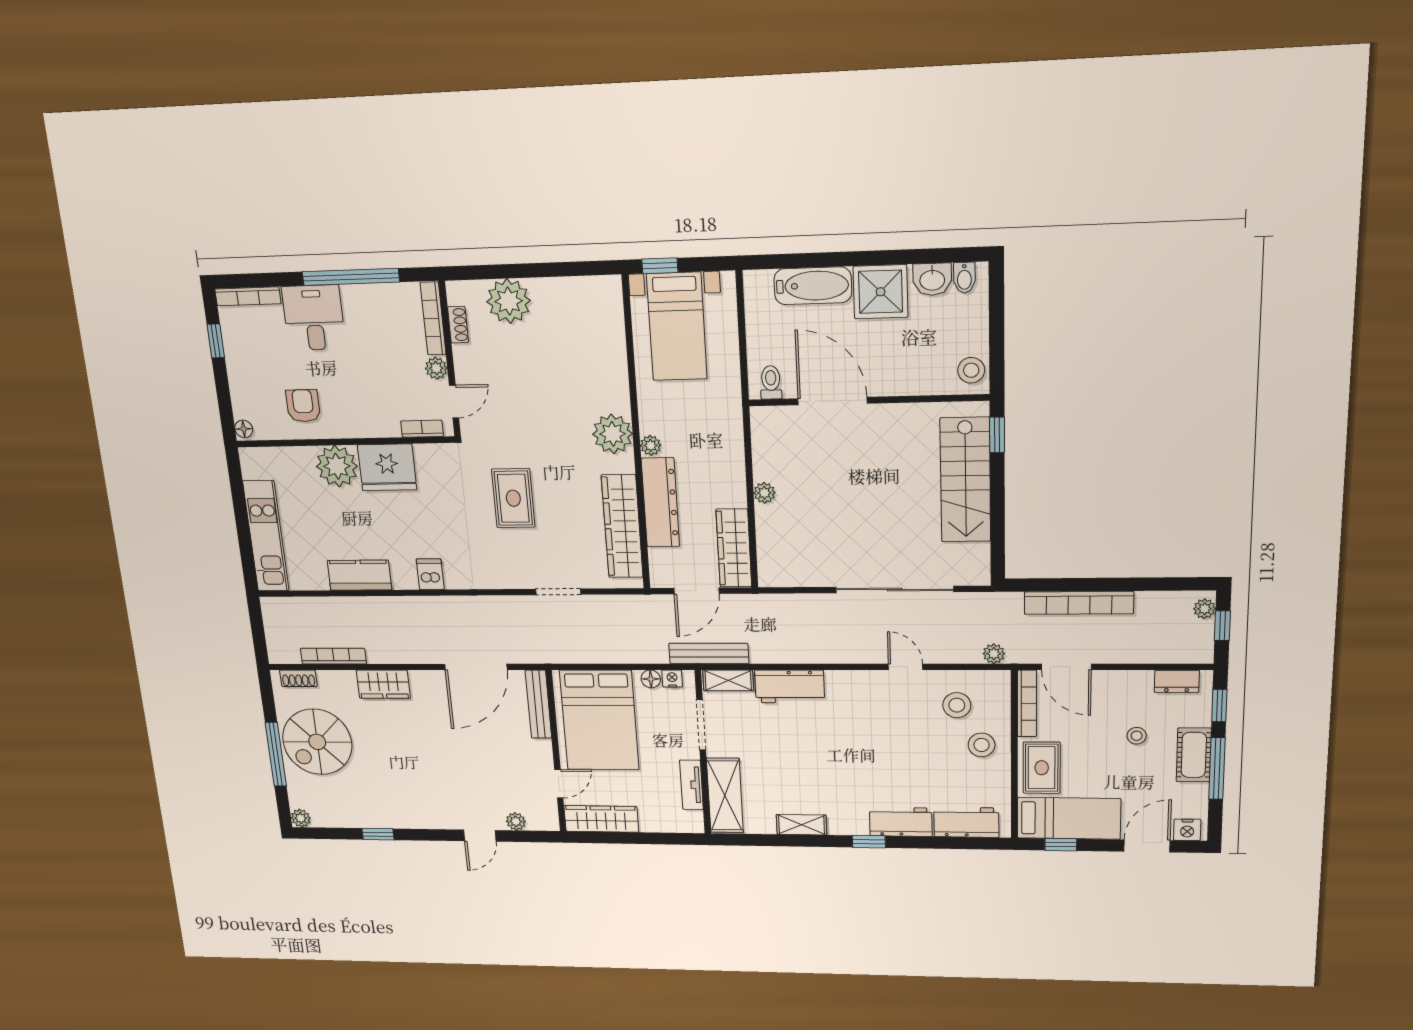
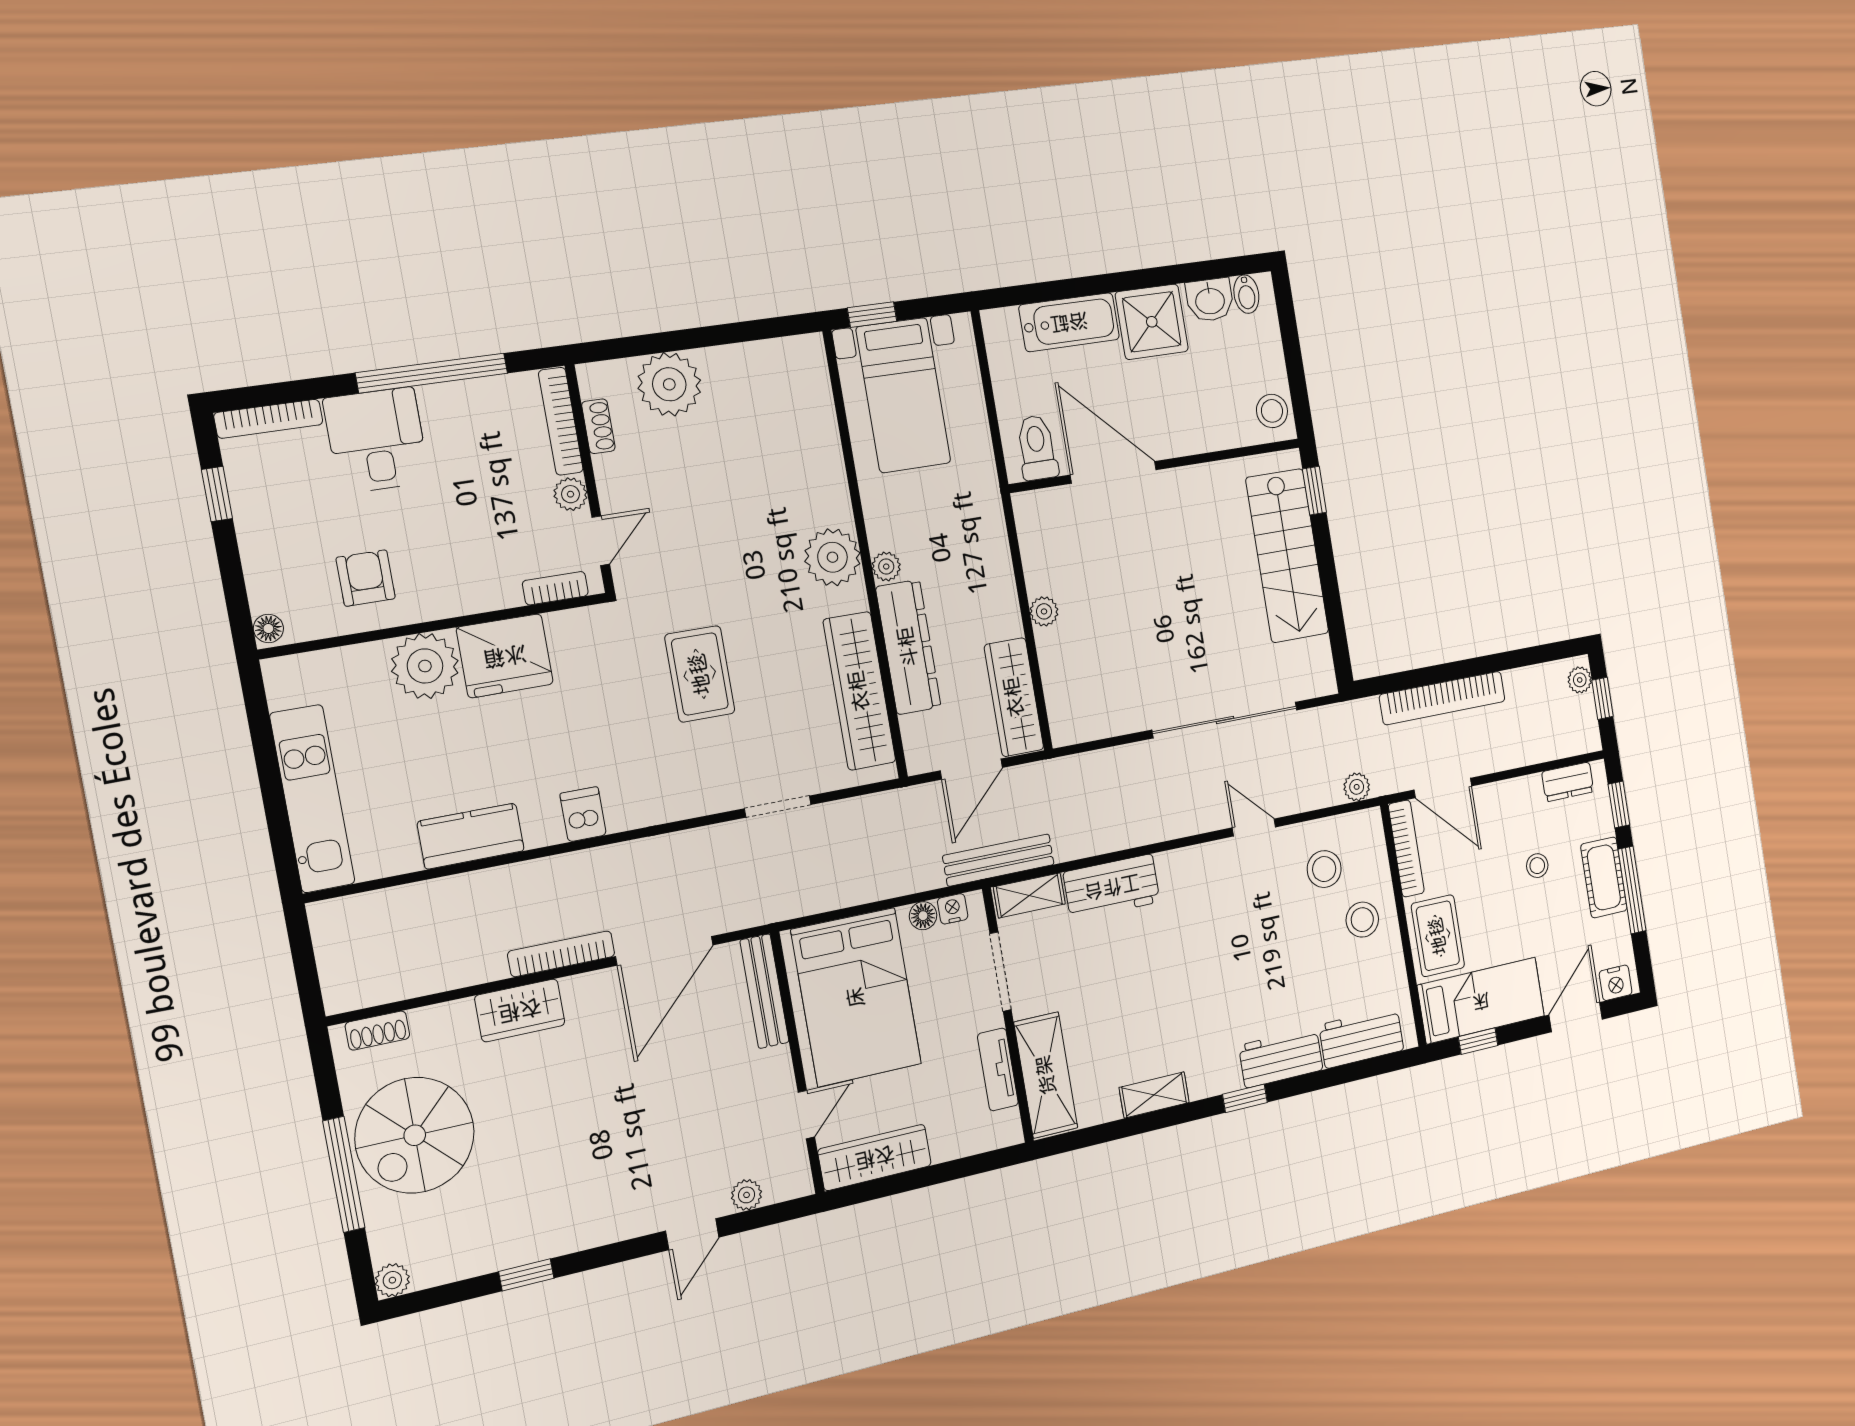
toilet: (771, 382) -> (1037, 448), width x1.37, depth x1.39
bookcase: (333, 656) -> (561, 954), moved

